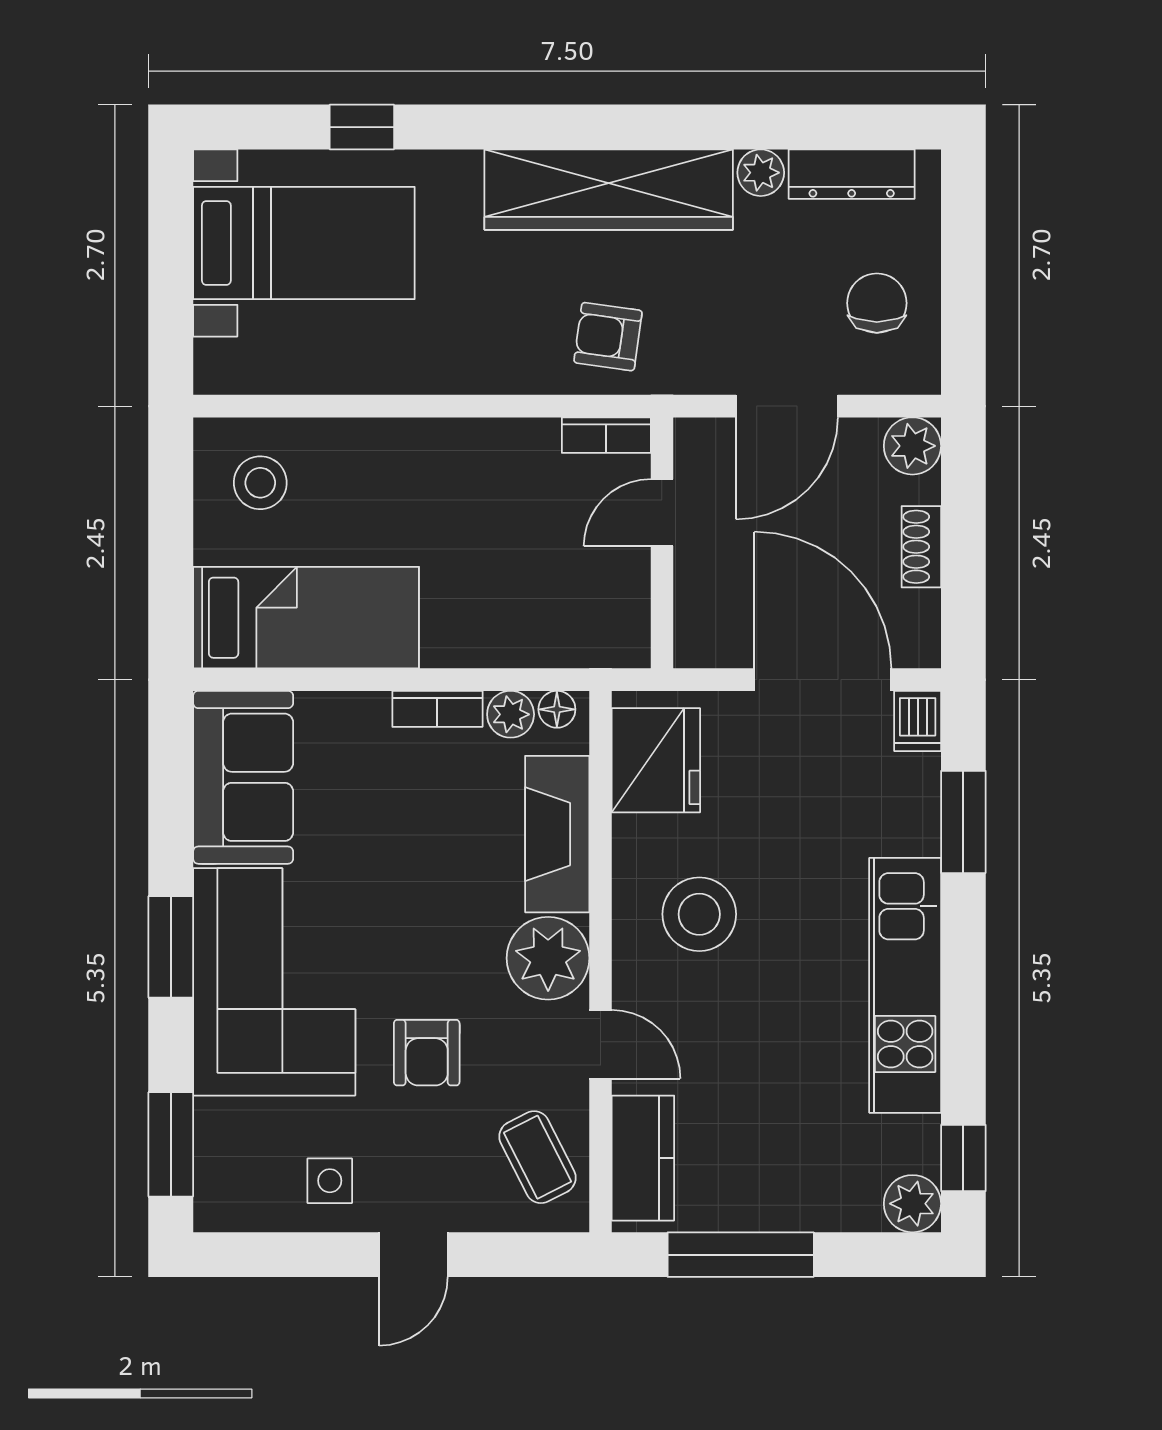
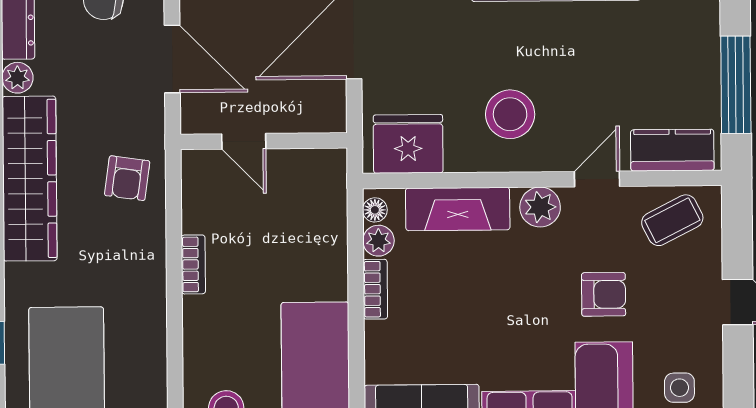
bookcase: (606, 435) -> (193, 264), moved
plant: (548, 958) -> (540, 207), width x0.73, depth x0.73
side table: (330, 1181) -> (679, 388), moved

